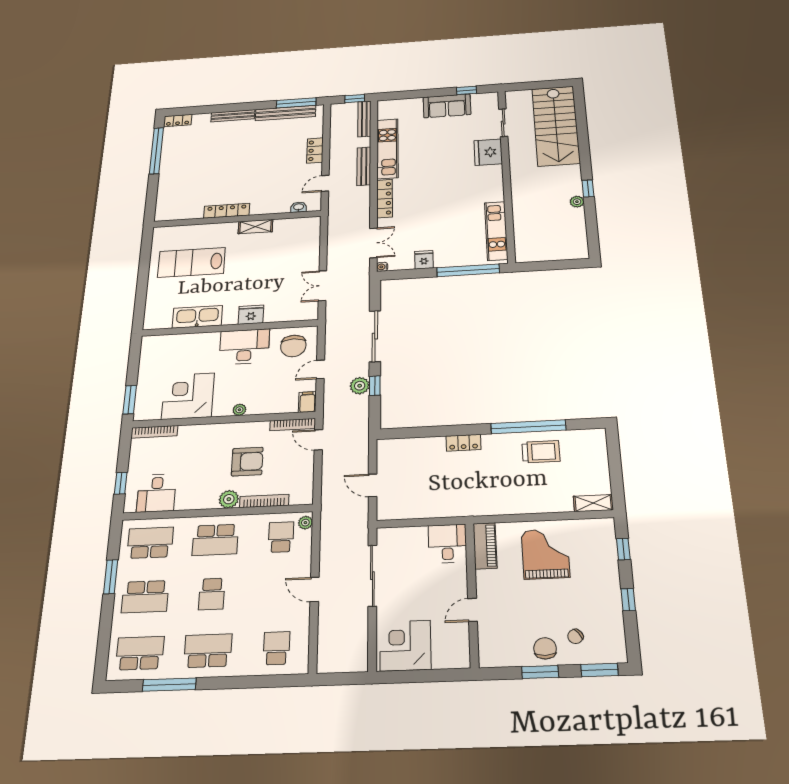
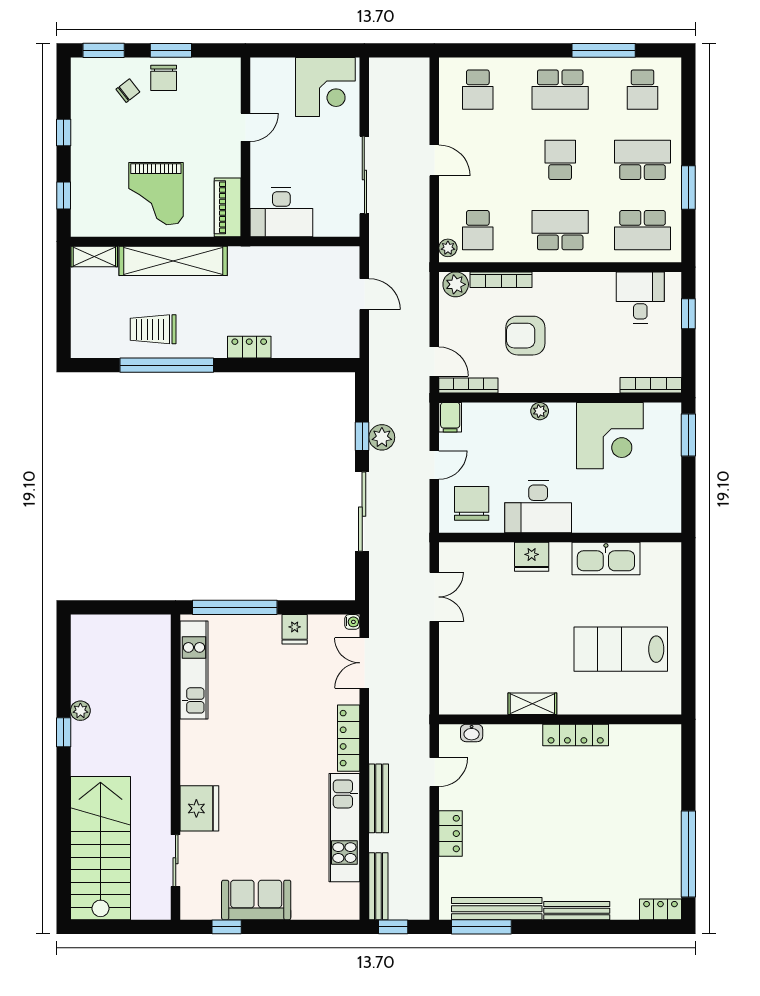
lab bench: (191, 262) -> (621, 649), turned 180
plant: (229, 499) -> (456, 284), moved
shelving: (528, 503) -> (173, 261), added
desk: (447, 544) -> (281, 212), width x1.37
school desk: (140, 653) -> (643, 90), width x0.54

